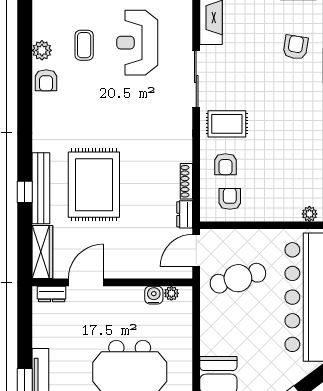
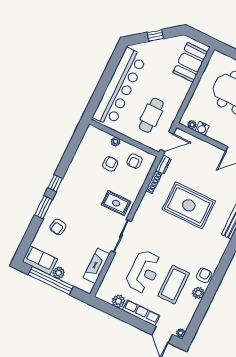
coffee table: (84, 45) -> (174, 285), width x1.86, depth x1.72
armchair: (225, 164) -> (110, 164), moved
rug: (94, 185) -> (189, 205), moved, turned 90
plant: (309, 214) -> (116, 142), moved
cafe table: (238, 278) -> (151, 115), turned -74

